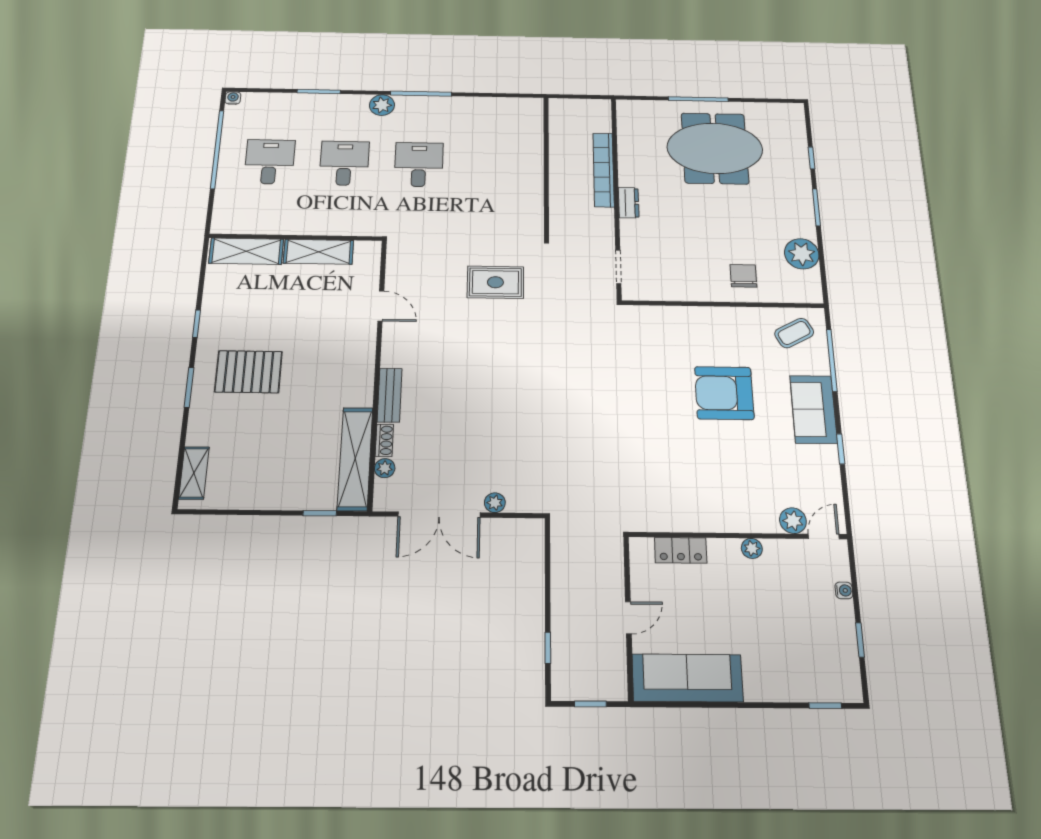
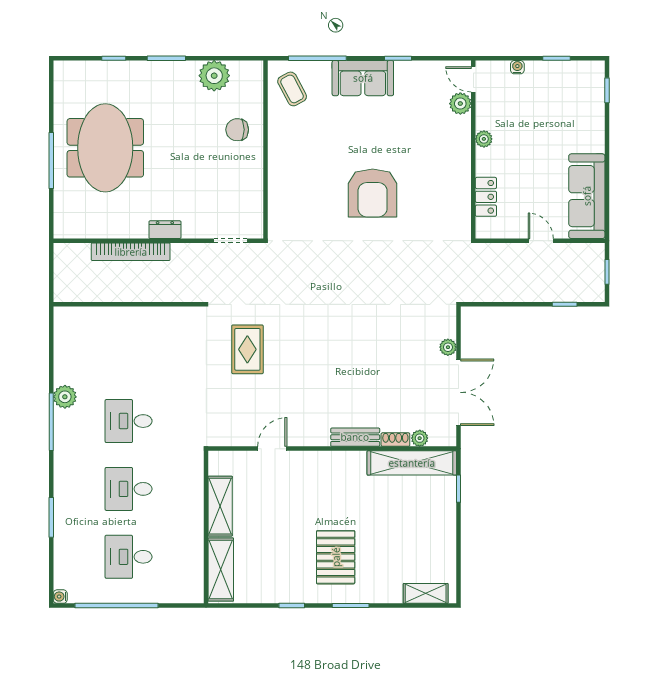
plant: (382, 105) -> (65, 397), moved
armchair: (724, 393) -> (373, 193), moved

